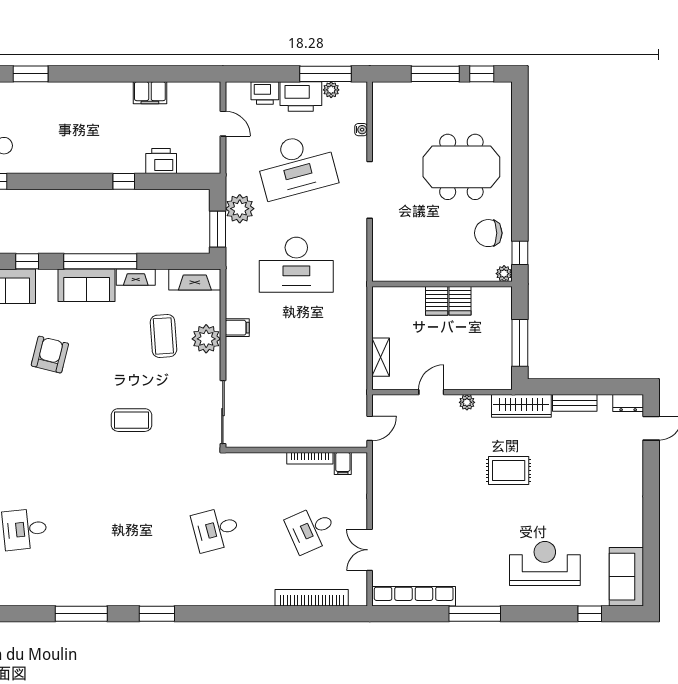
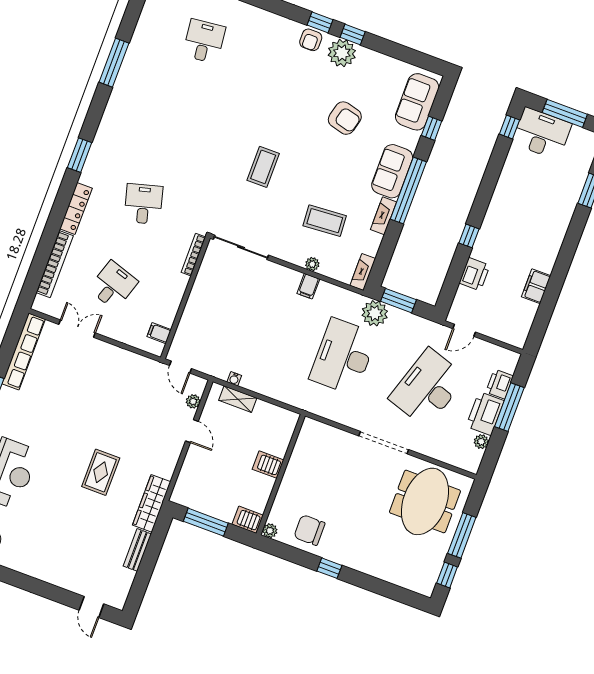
window: (326, 74) -> (509, 407), moved
door: (223, 124) -> (464, 330), moved
water cooler: (361, 130) -> (234, 379), moved
desk: (296, 166) -> (428, 388), turned 33
meeting table: (461, 167) -> (425, 501), moved
plant: (240, 209) -> (375, 313), moved
chair: (488, 233) -> (309, 530), turned -90
window: (520, 253) -> (329, 568), moved
fireplace: (195, 280) -> (363, 272), width x0.73, depth x0.76
server rack: (460, 301) -> (248, 520), moved
plant: (206, 339) -> (312, 264), width x0.53, depth x0.53
plant: (467, 402) -> (193, 401), moved
dresser: (628, 403) -> (120, 595), removed
bookcase: (310, 458) -> (193, 255), moved
desk: (311, 529) -> (113, 285), turned 42
locker: (246, 597) -> (76, 209), added
window: (157, 614) -> (80, 155), moved

